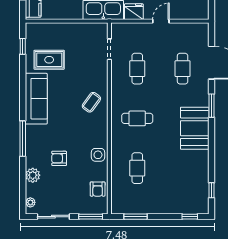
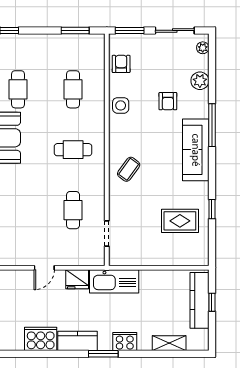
window: (23, 46) -> (212, 209), moved
cafe table: (183, 69) -> (18, 89), moved
sofa: (36, 99) -> (196, 150), moved
armchair: (59, 158) -> (168, 101), turned 90

